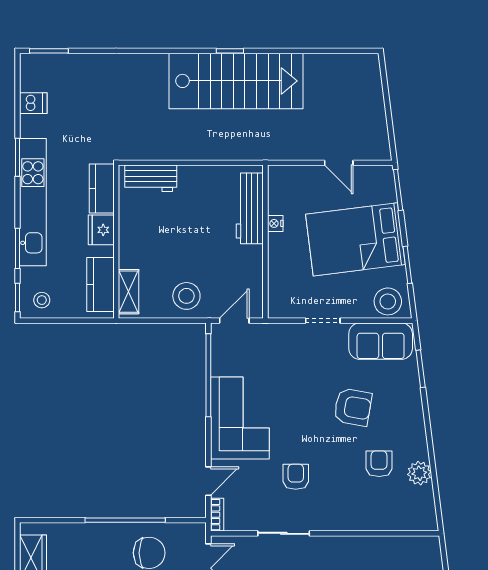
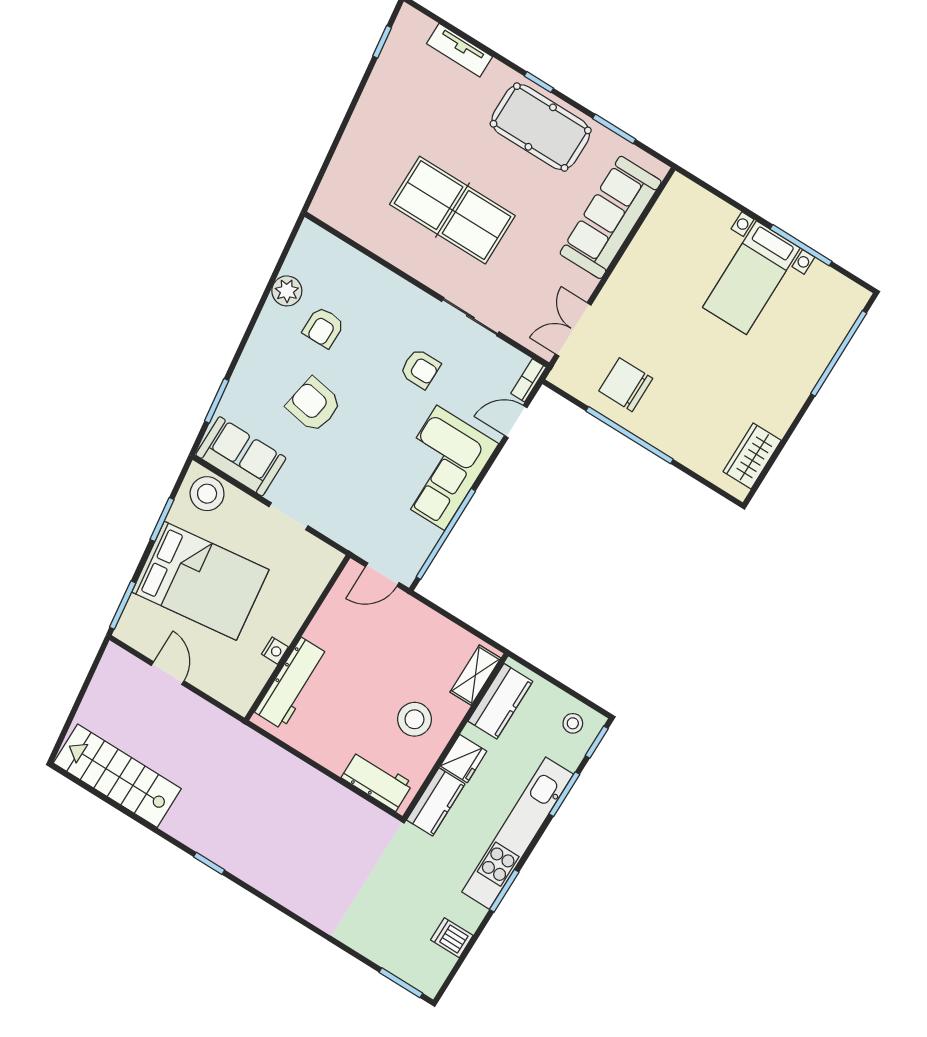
stairs: (236, 81) -> (117, 776), moved, width x0.73, depth x0.66
stool: (186, 296) -> (414, 719), moved
armchair: (296, 477) -> (420, 369), turned -90

